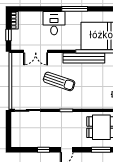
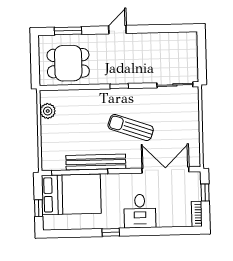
window: (75, 9) -> (111, 232), width x0.46
double door: (36, 51) -> (165, 170), width x1.37
window: (44, 150) -> (151, 29), removed

